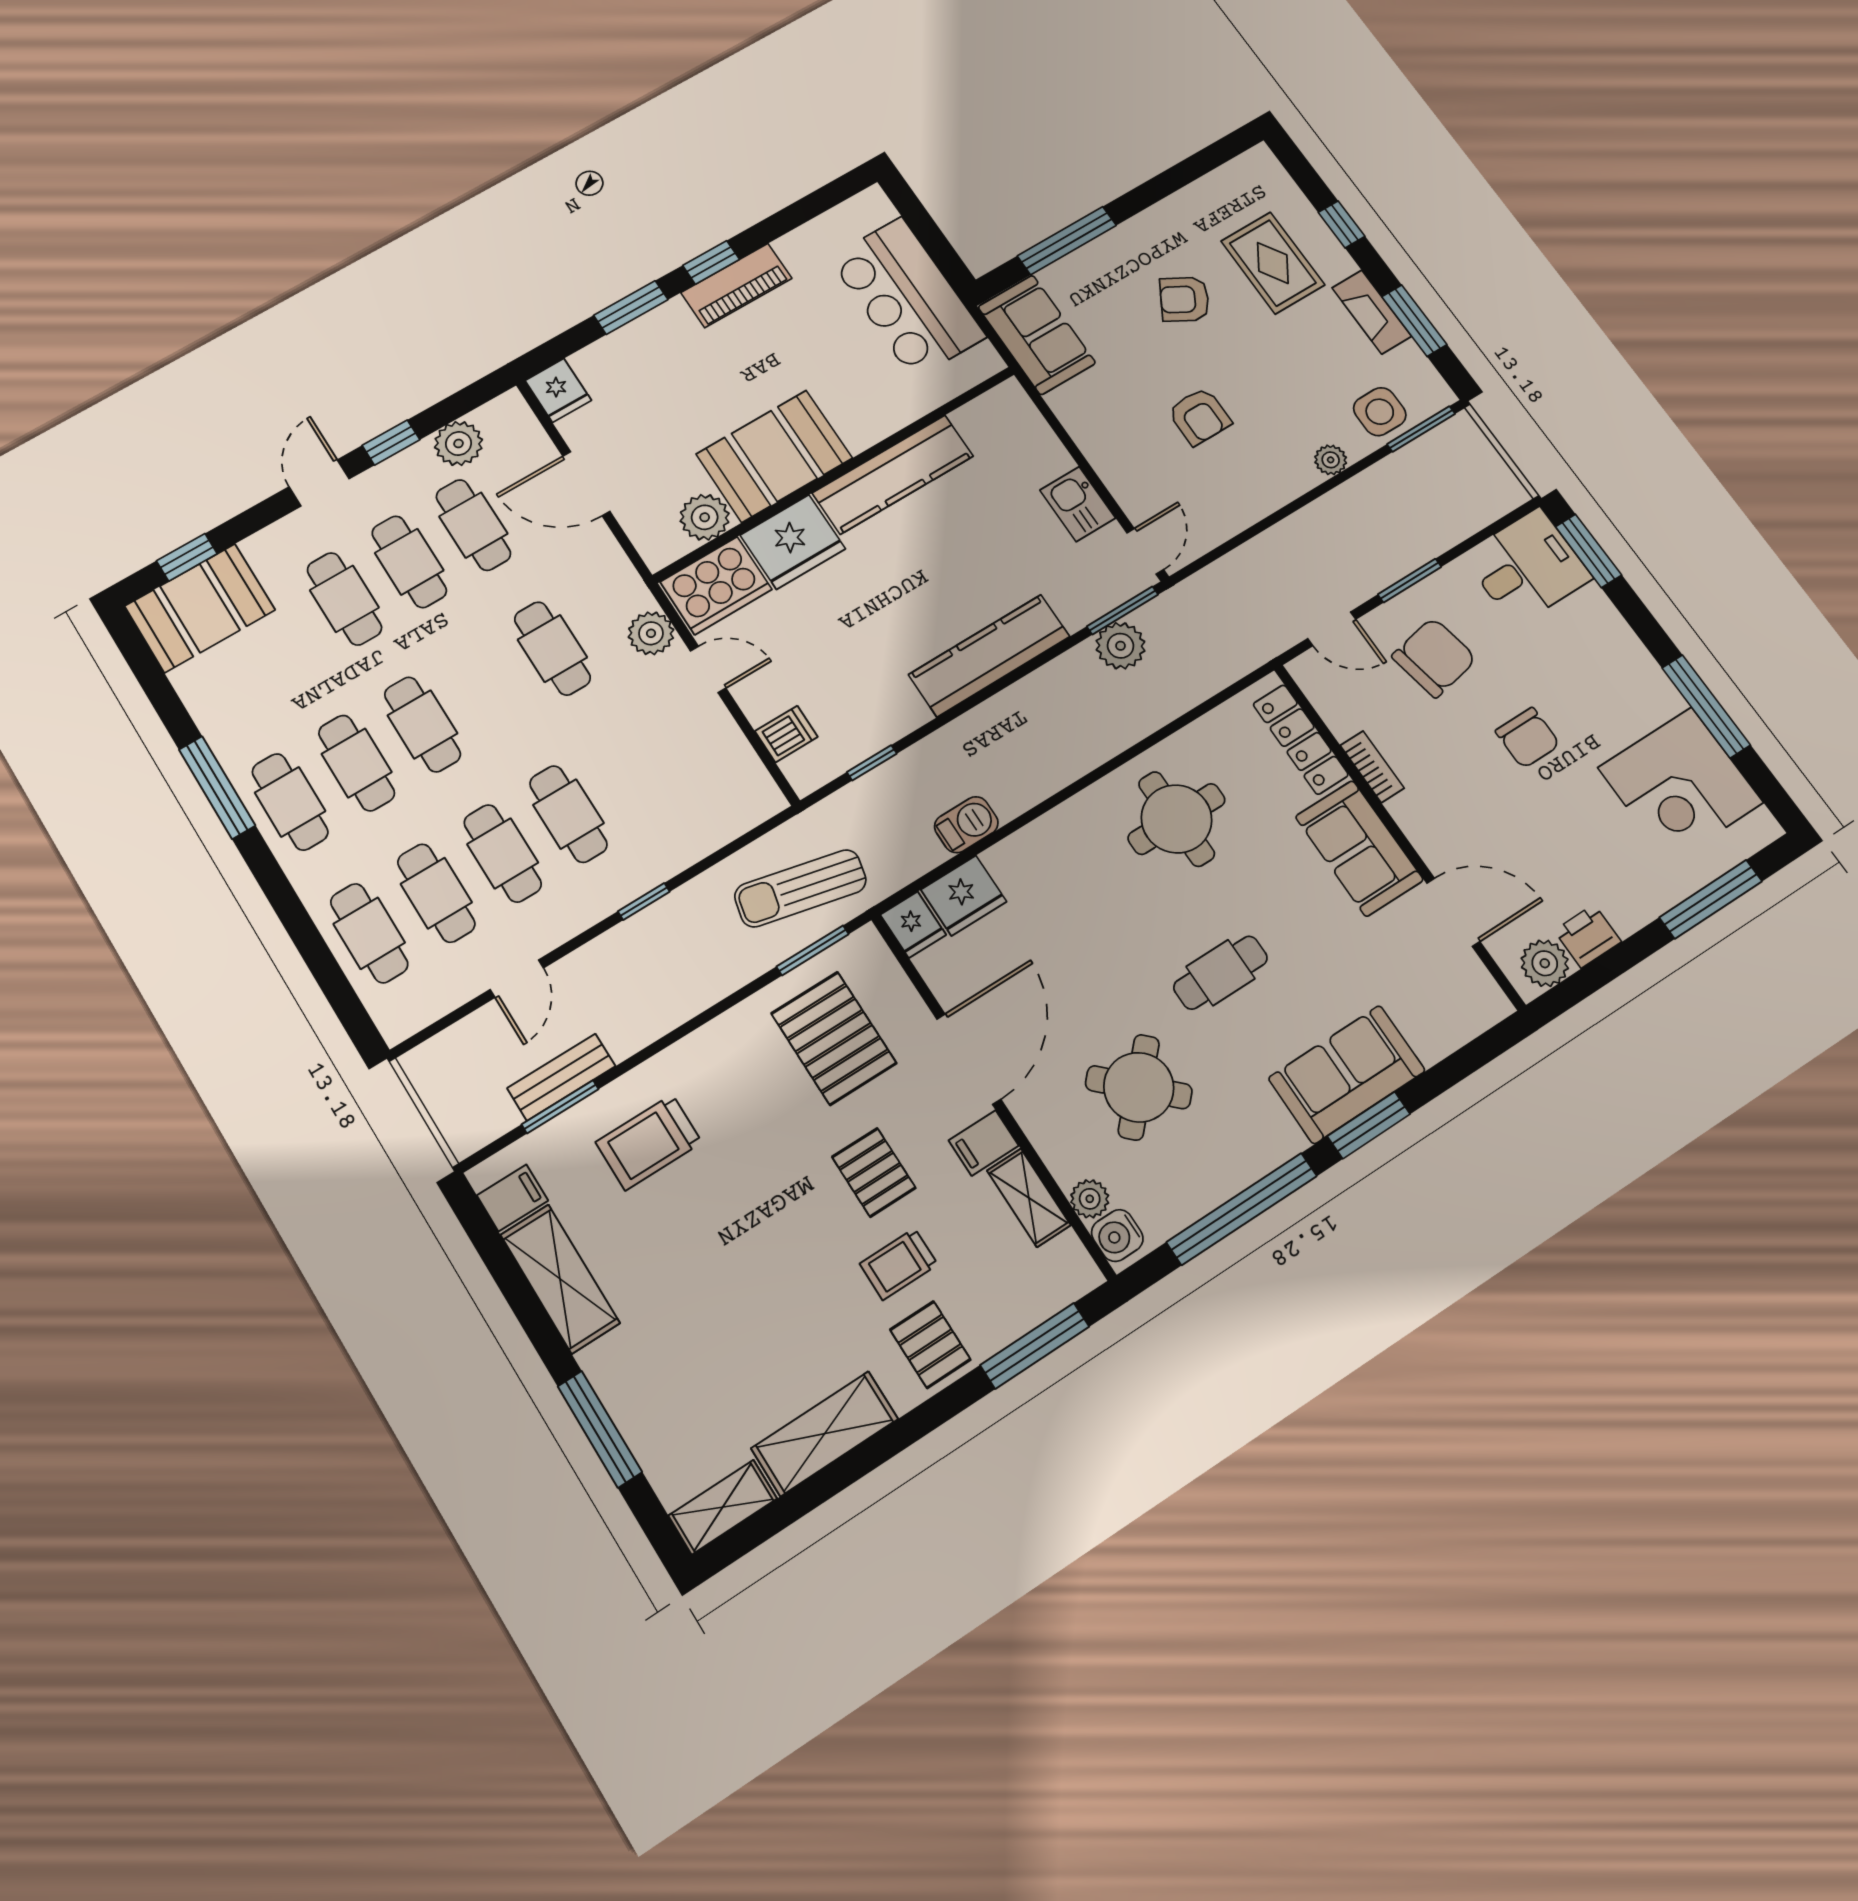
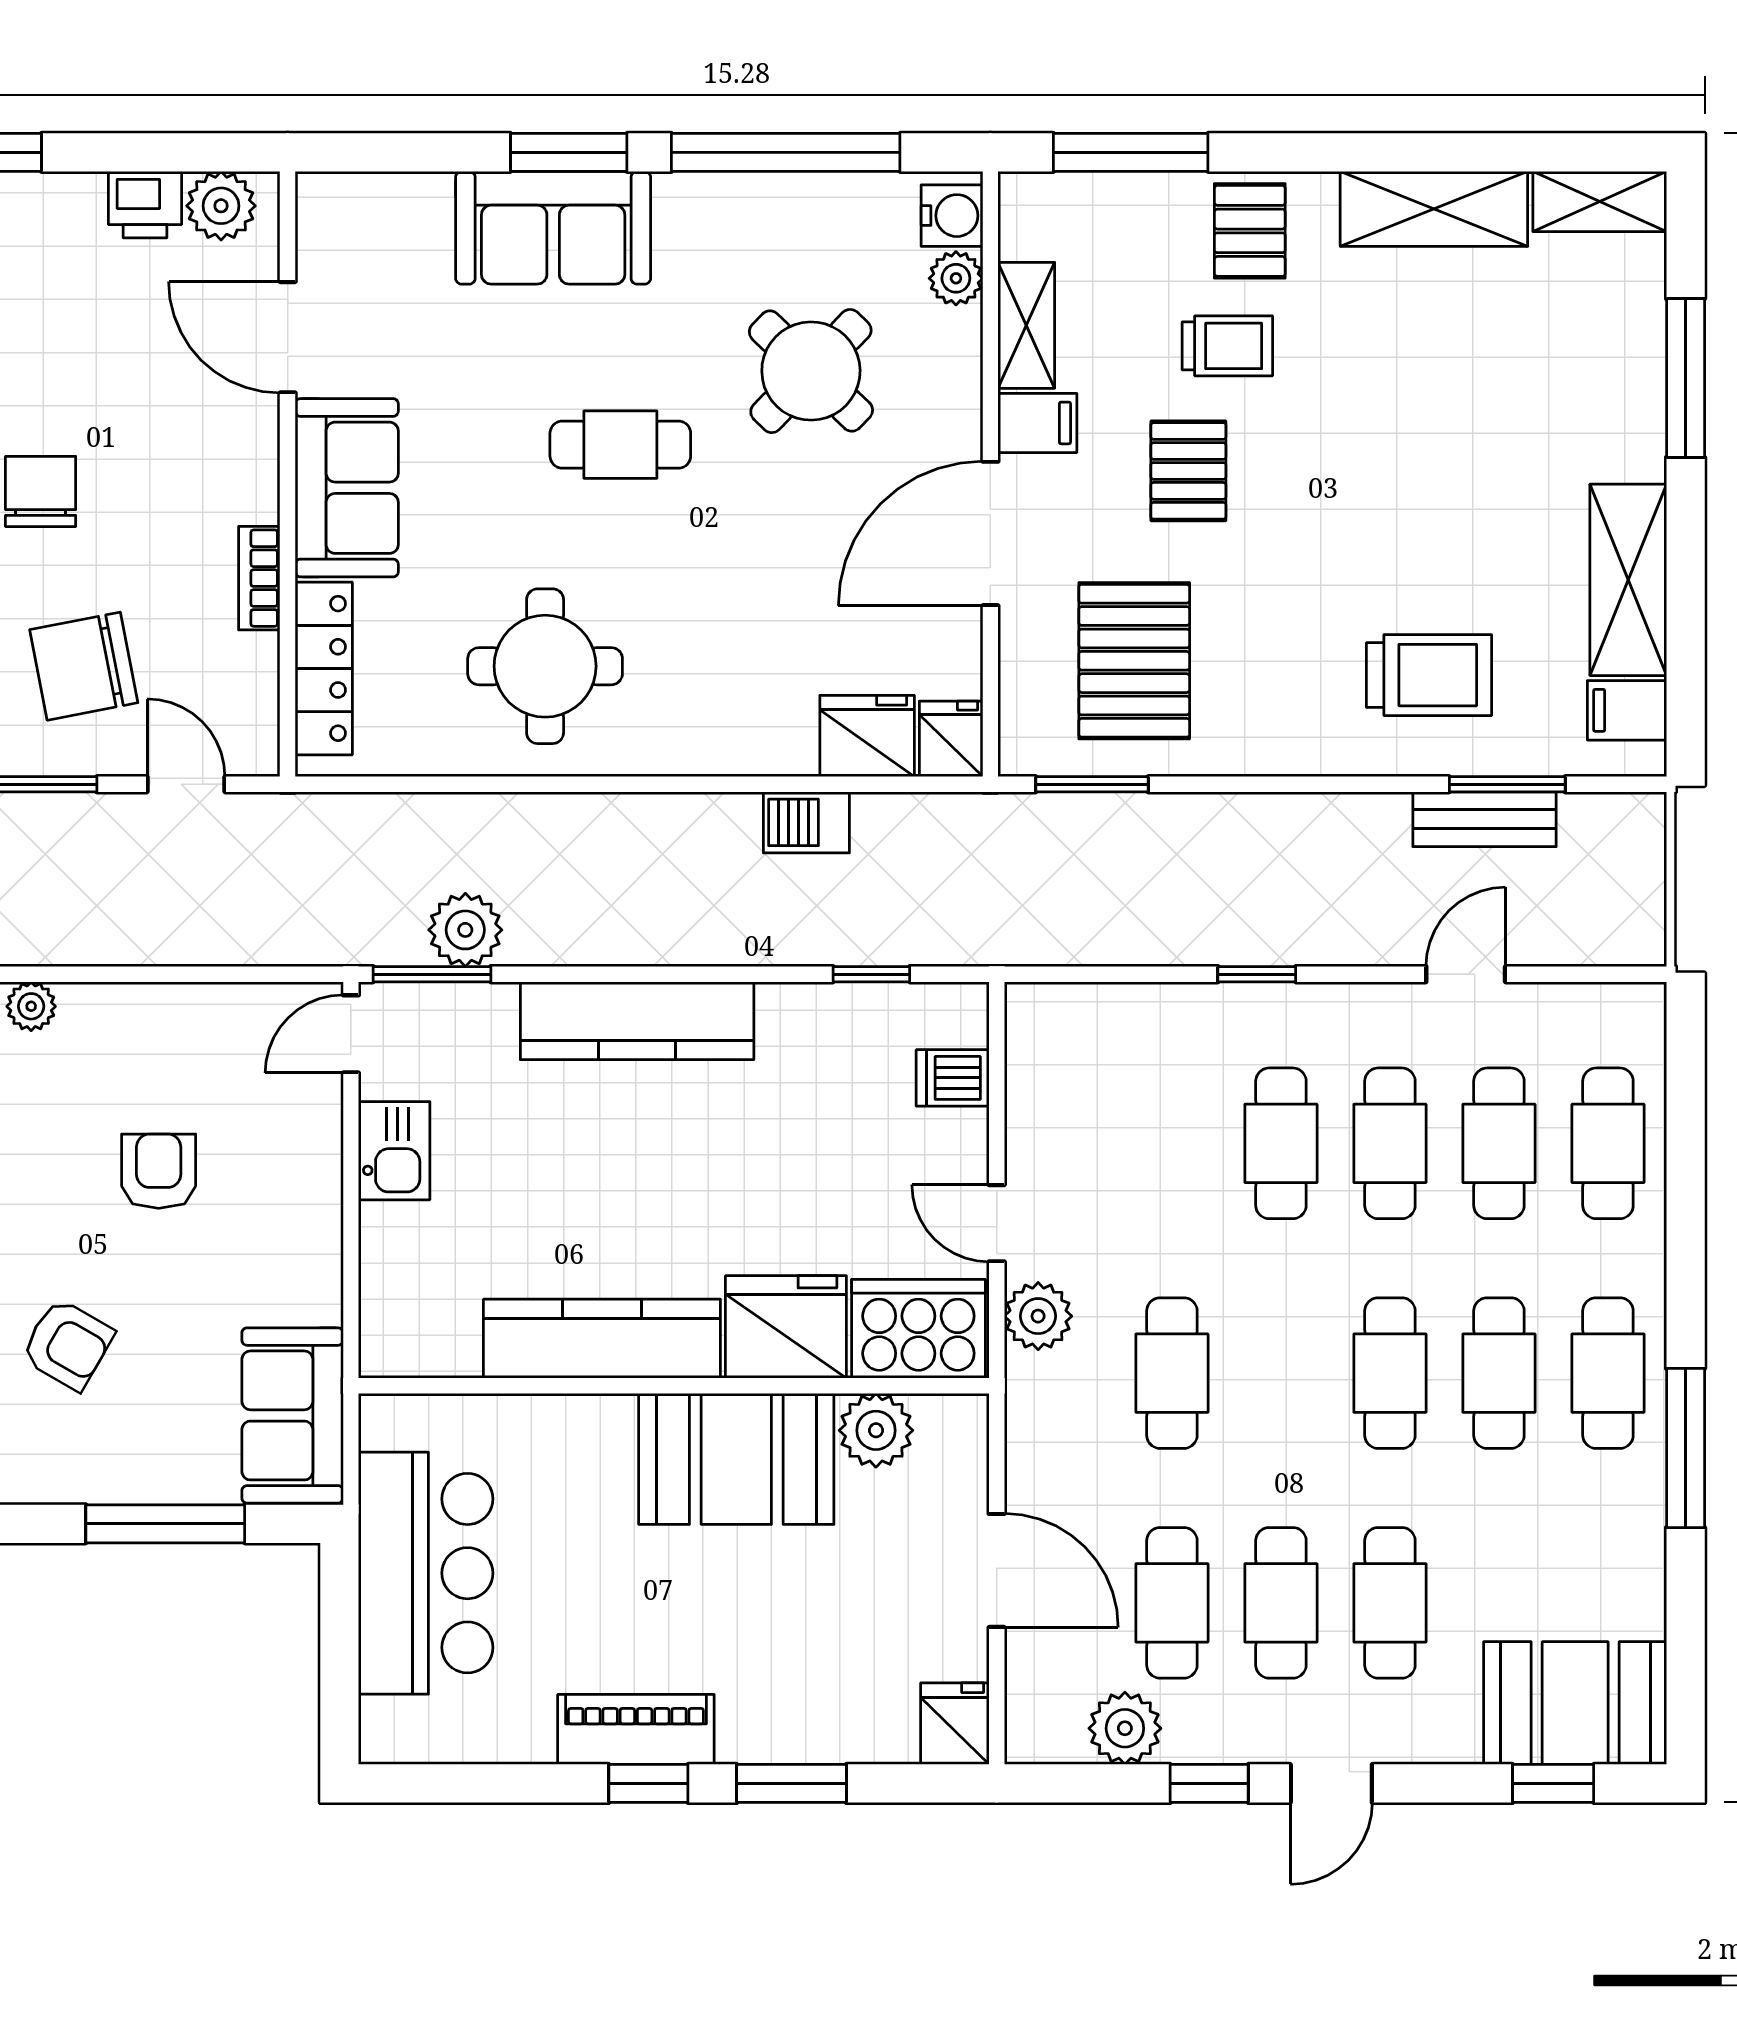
sun lounger: (800, 888) -> (1058, 871), removed

